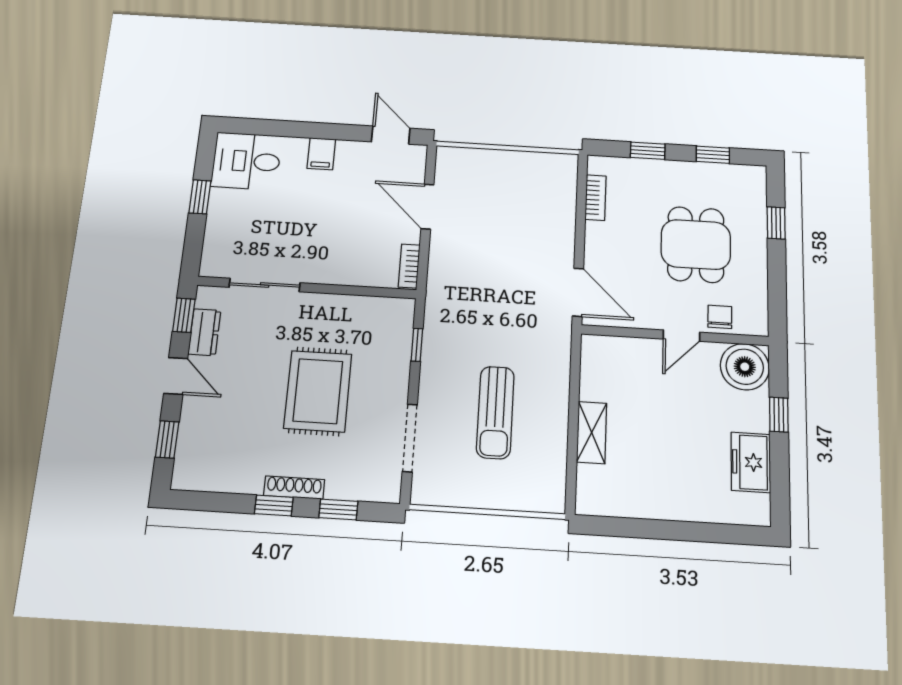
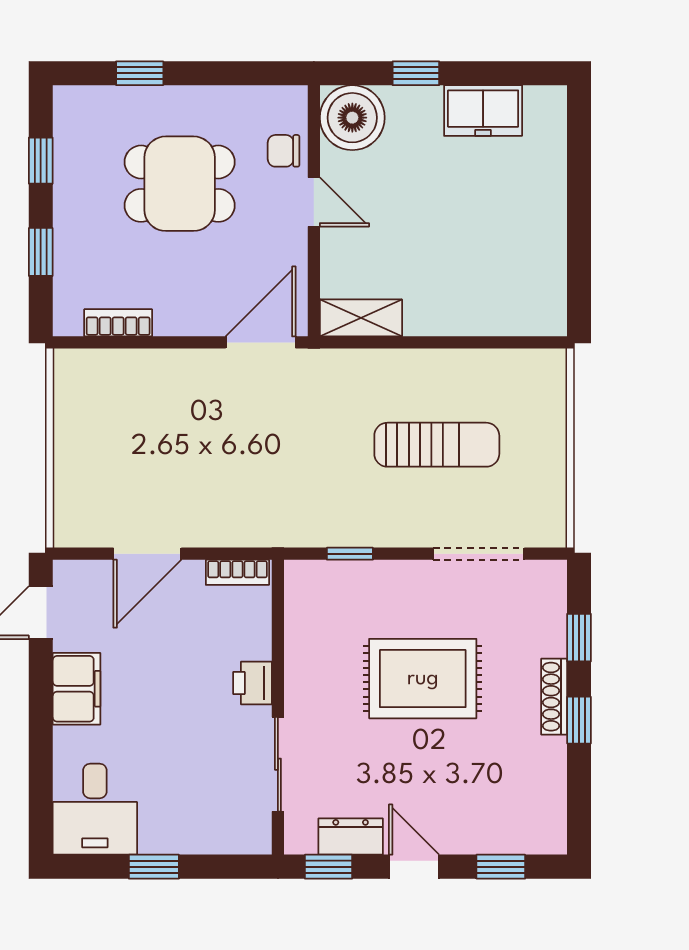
filing cabinet: (321, 154) -> (77, 689), width x2.00
printer: (327, 271) -> (253, 683), added
door: (176, 376) -> (414, 867), hinge flipped
shelving: (592, 433) -> (361, 318), moved

